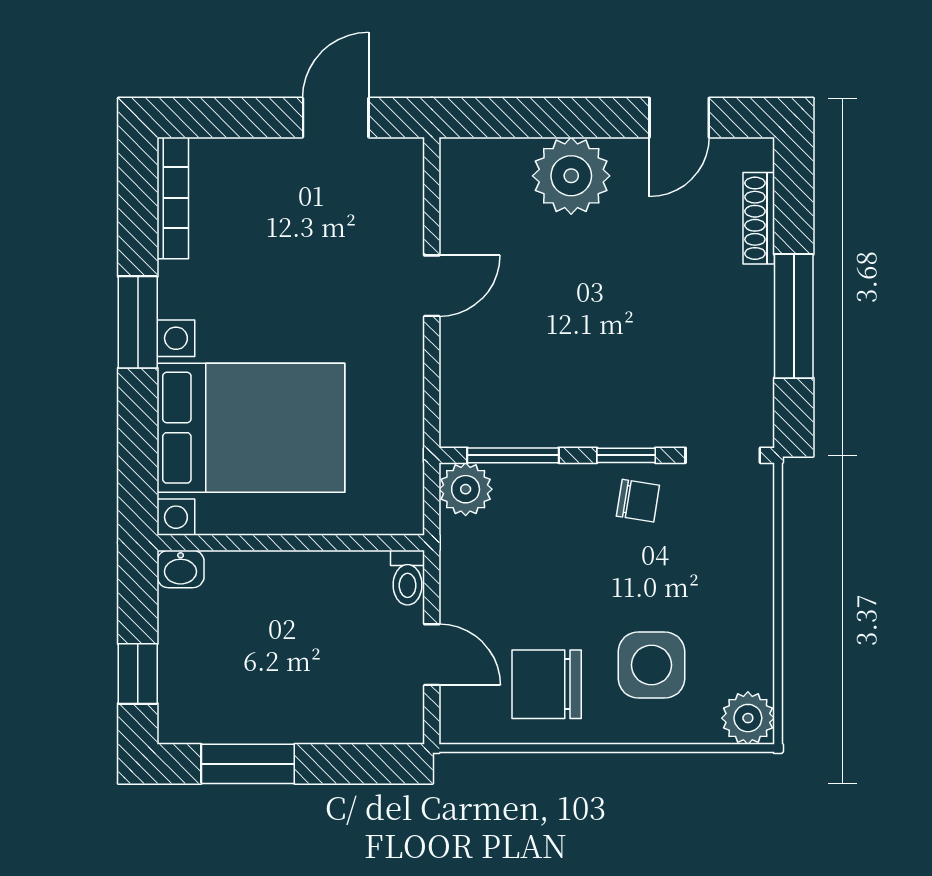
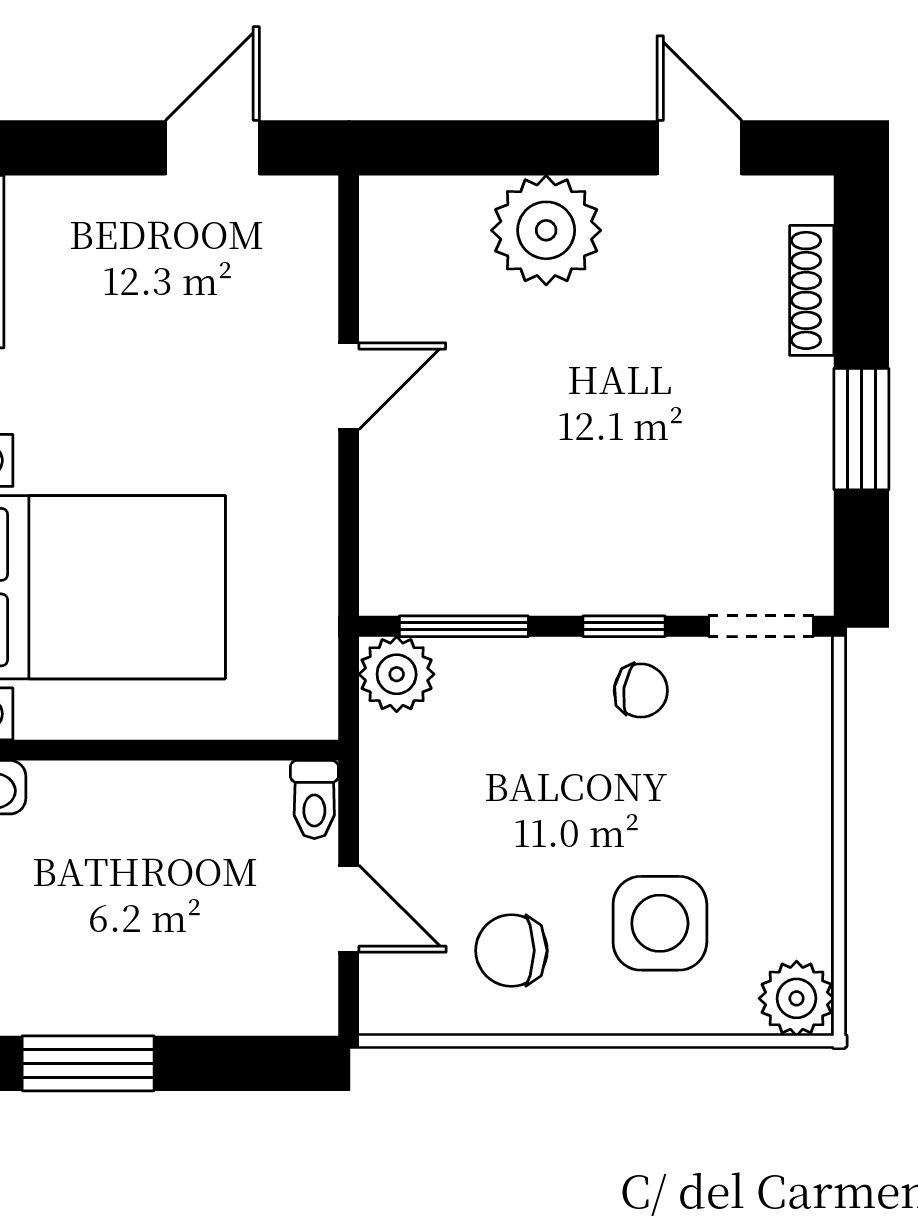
door: (679, 118) -> (699, 148), swing flipped
window: (794, 316) -> (861, 429), width x0.69
chair: (547, 684) -> (511, 951), width x0.73, depth x0.73

